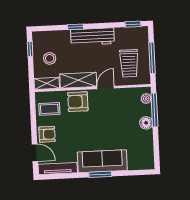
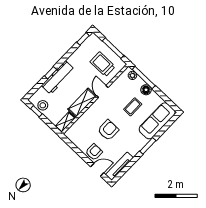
workbench: (92, 37) -> (58, 78), moved
stool: (50, 58) -> (43, 105), moved
trolley: (129, 63) -> (103, 64), turned 180
armchair: (78, 102) -> (108, 130), moved, turned 180
coffee table: (49, 109) -> (133, 107), moved
sofa: (102, 161) -> (157, 121), moved

